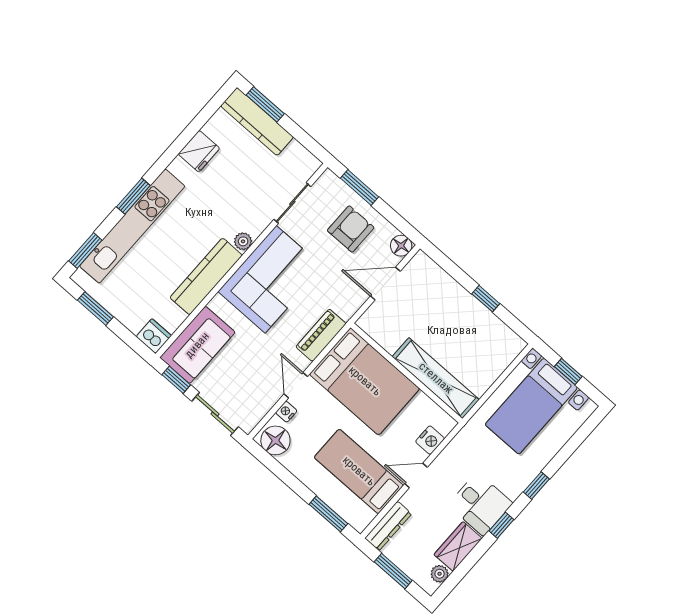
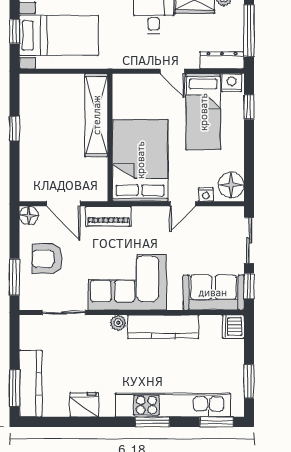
piano: (321, 335) -> (108, 216), moved
nightstand: (430, 440) -> (232, 83), moved
window: (328, 514) -> (249, 107), width x0.67
window: (393, 571) -> (249, 31), width x1.44

